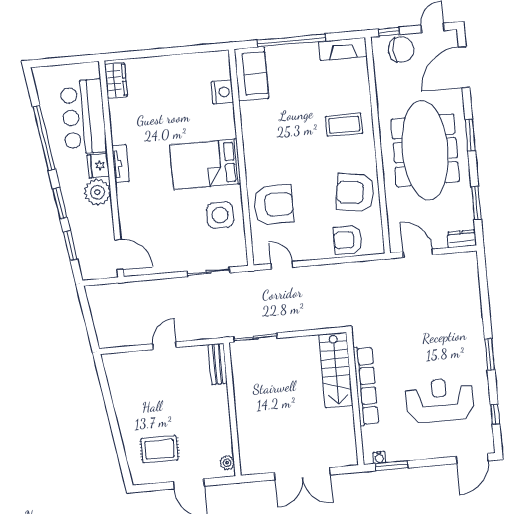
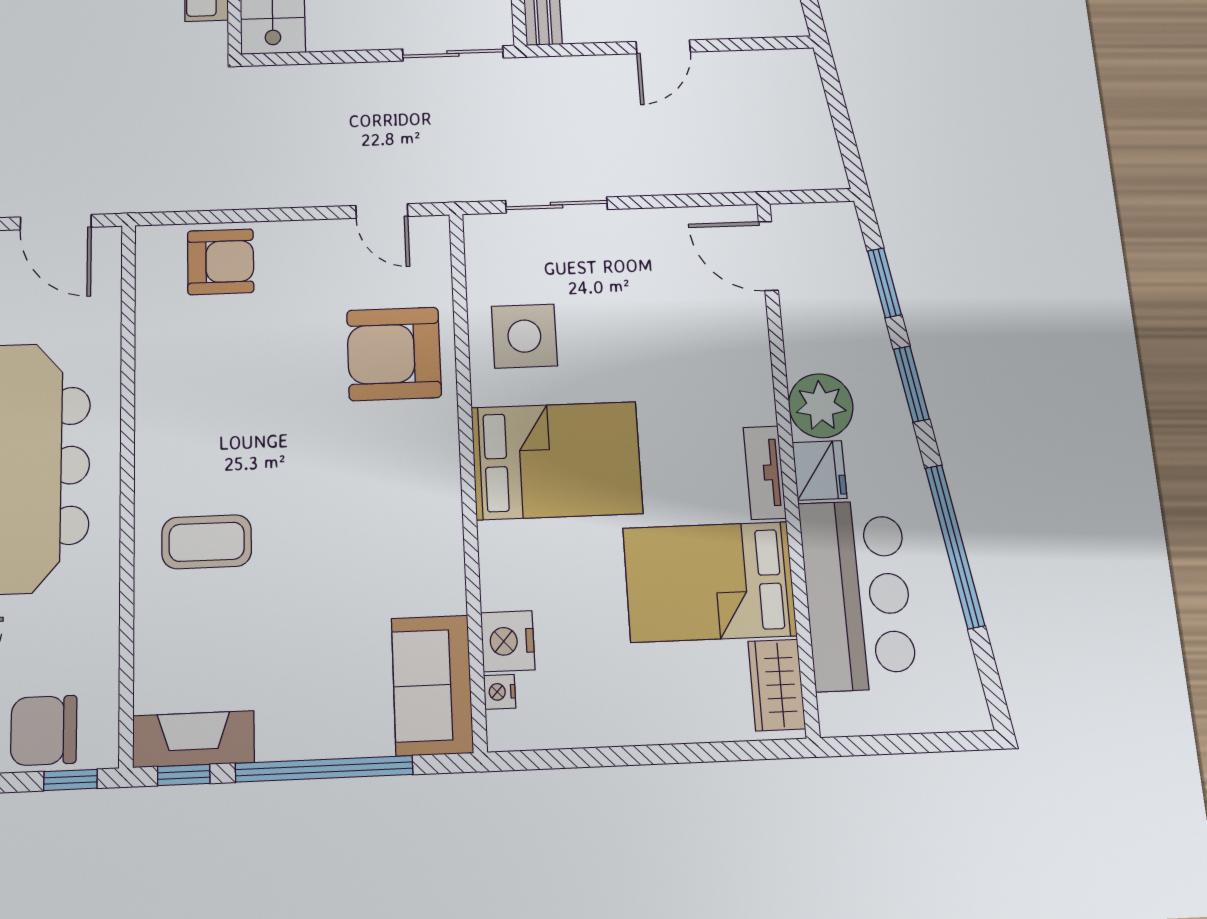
window: (346, 36) -> (184, 775), added
nightstand: (225, 73) -> (500, 692), added
bed: (143, 119) -> (709, 582), added
armchair: (355, 193) -> (193, 373), removed

